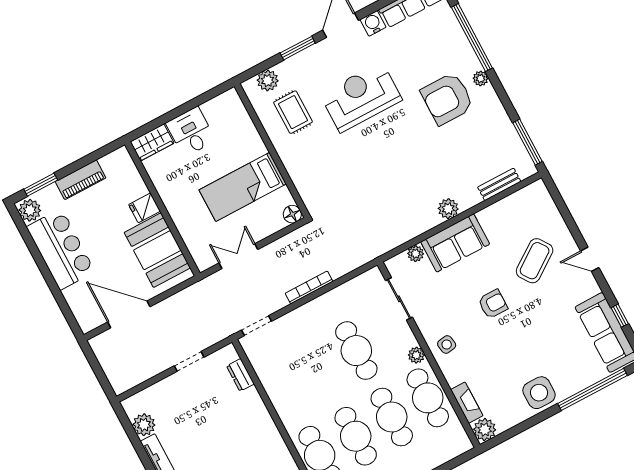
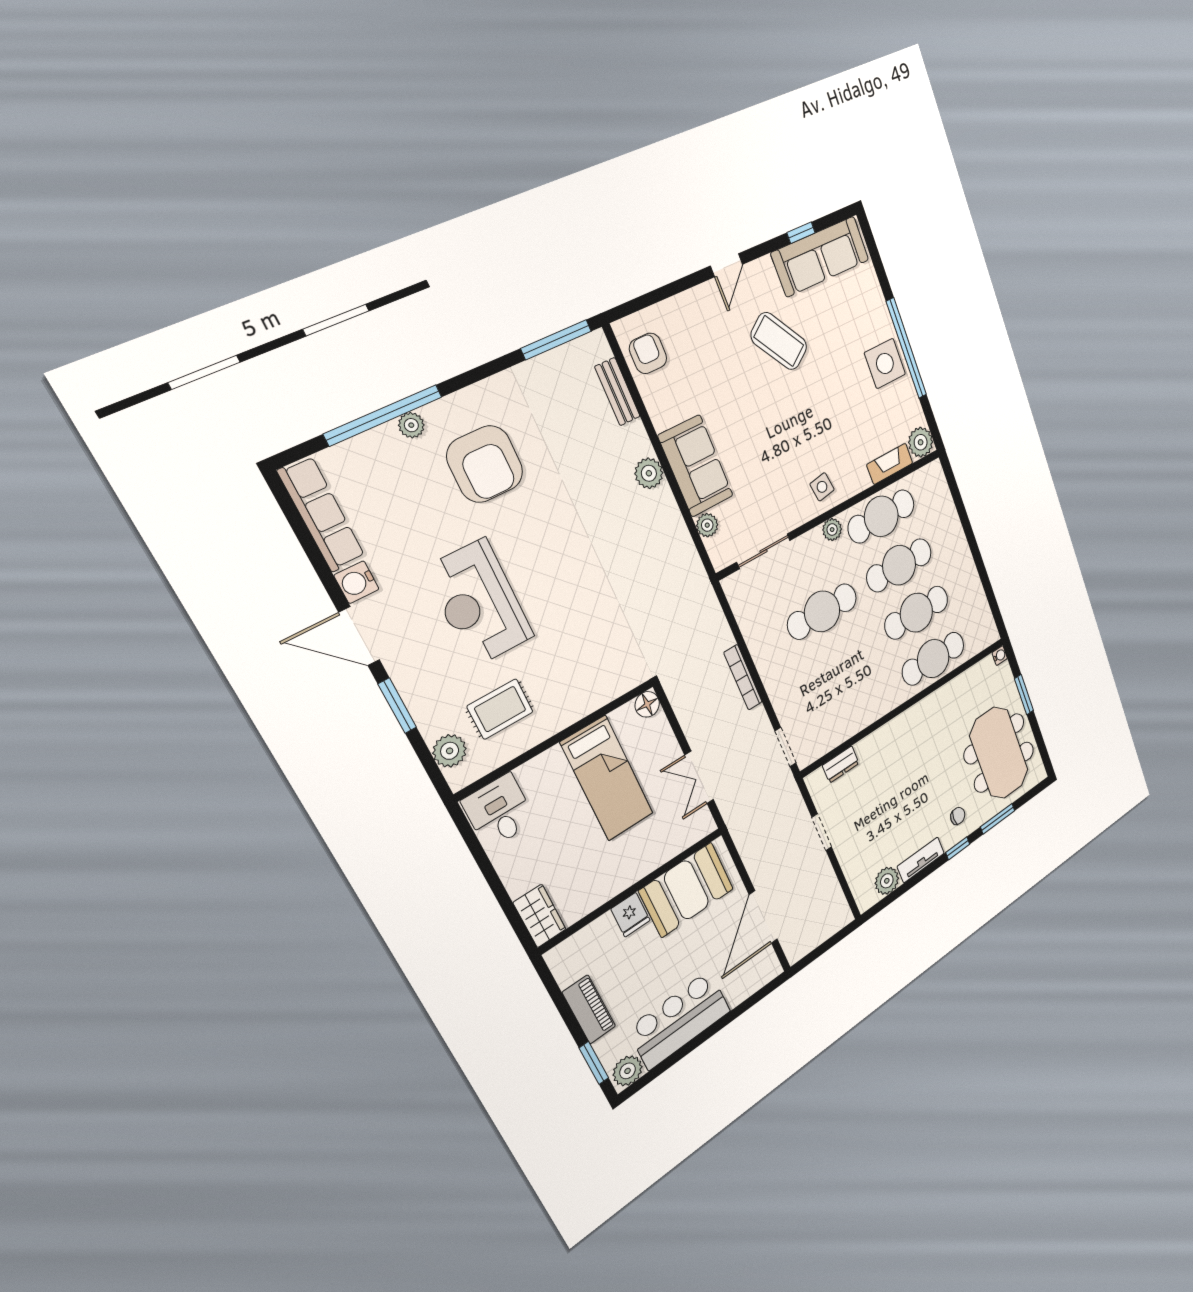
plant: (481, 78) -> (411, 425), moved
desk: (191, 132) -> (499, 811), moved, turned 90
coffee table: (535, 261) -> (779, 341), moved
armchair: (493, 304) -> (648, 353), moved
window: (592, 389) -> (906, 348), moved

